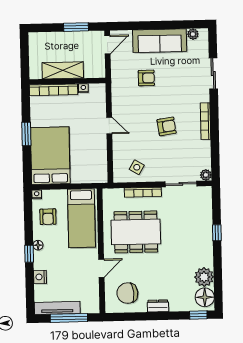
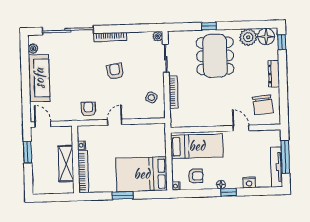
sliding door: (213, 74) -> (68, 30), width x1.86
armchair: (146, 78) -> (88, 109), moved
dining table: (136, 232) -> (215, 56), moved
dresser: (158, 306) -> (274, 74), width x1.44

